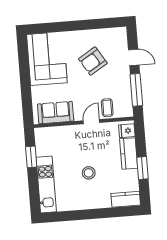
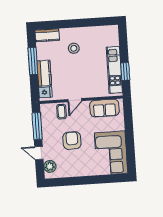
plant: (120, 42) -> (50, 166), added
armchair: (93, 61) -> (72, 140), moved, turned -58
window: (142, 168) -> (33, 61), width x1.44
stool: (89, 173) -> (74, 48), moved
kitchen unit: (46, 185) -> (114, 70), moved

